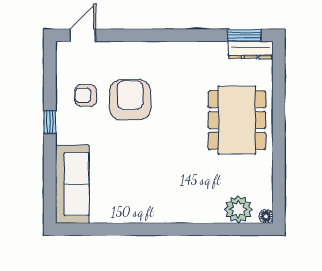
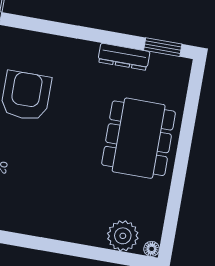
dresser: (250, 50) -> (124, 57), moved

